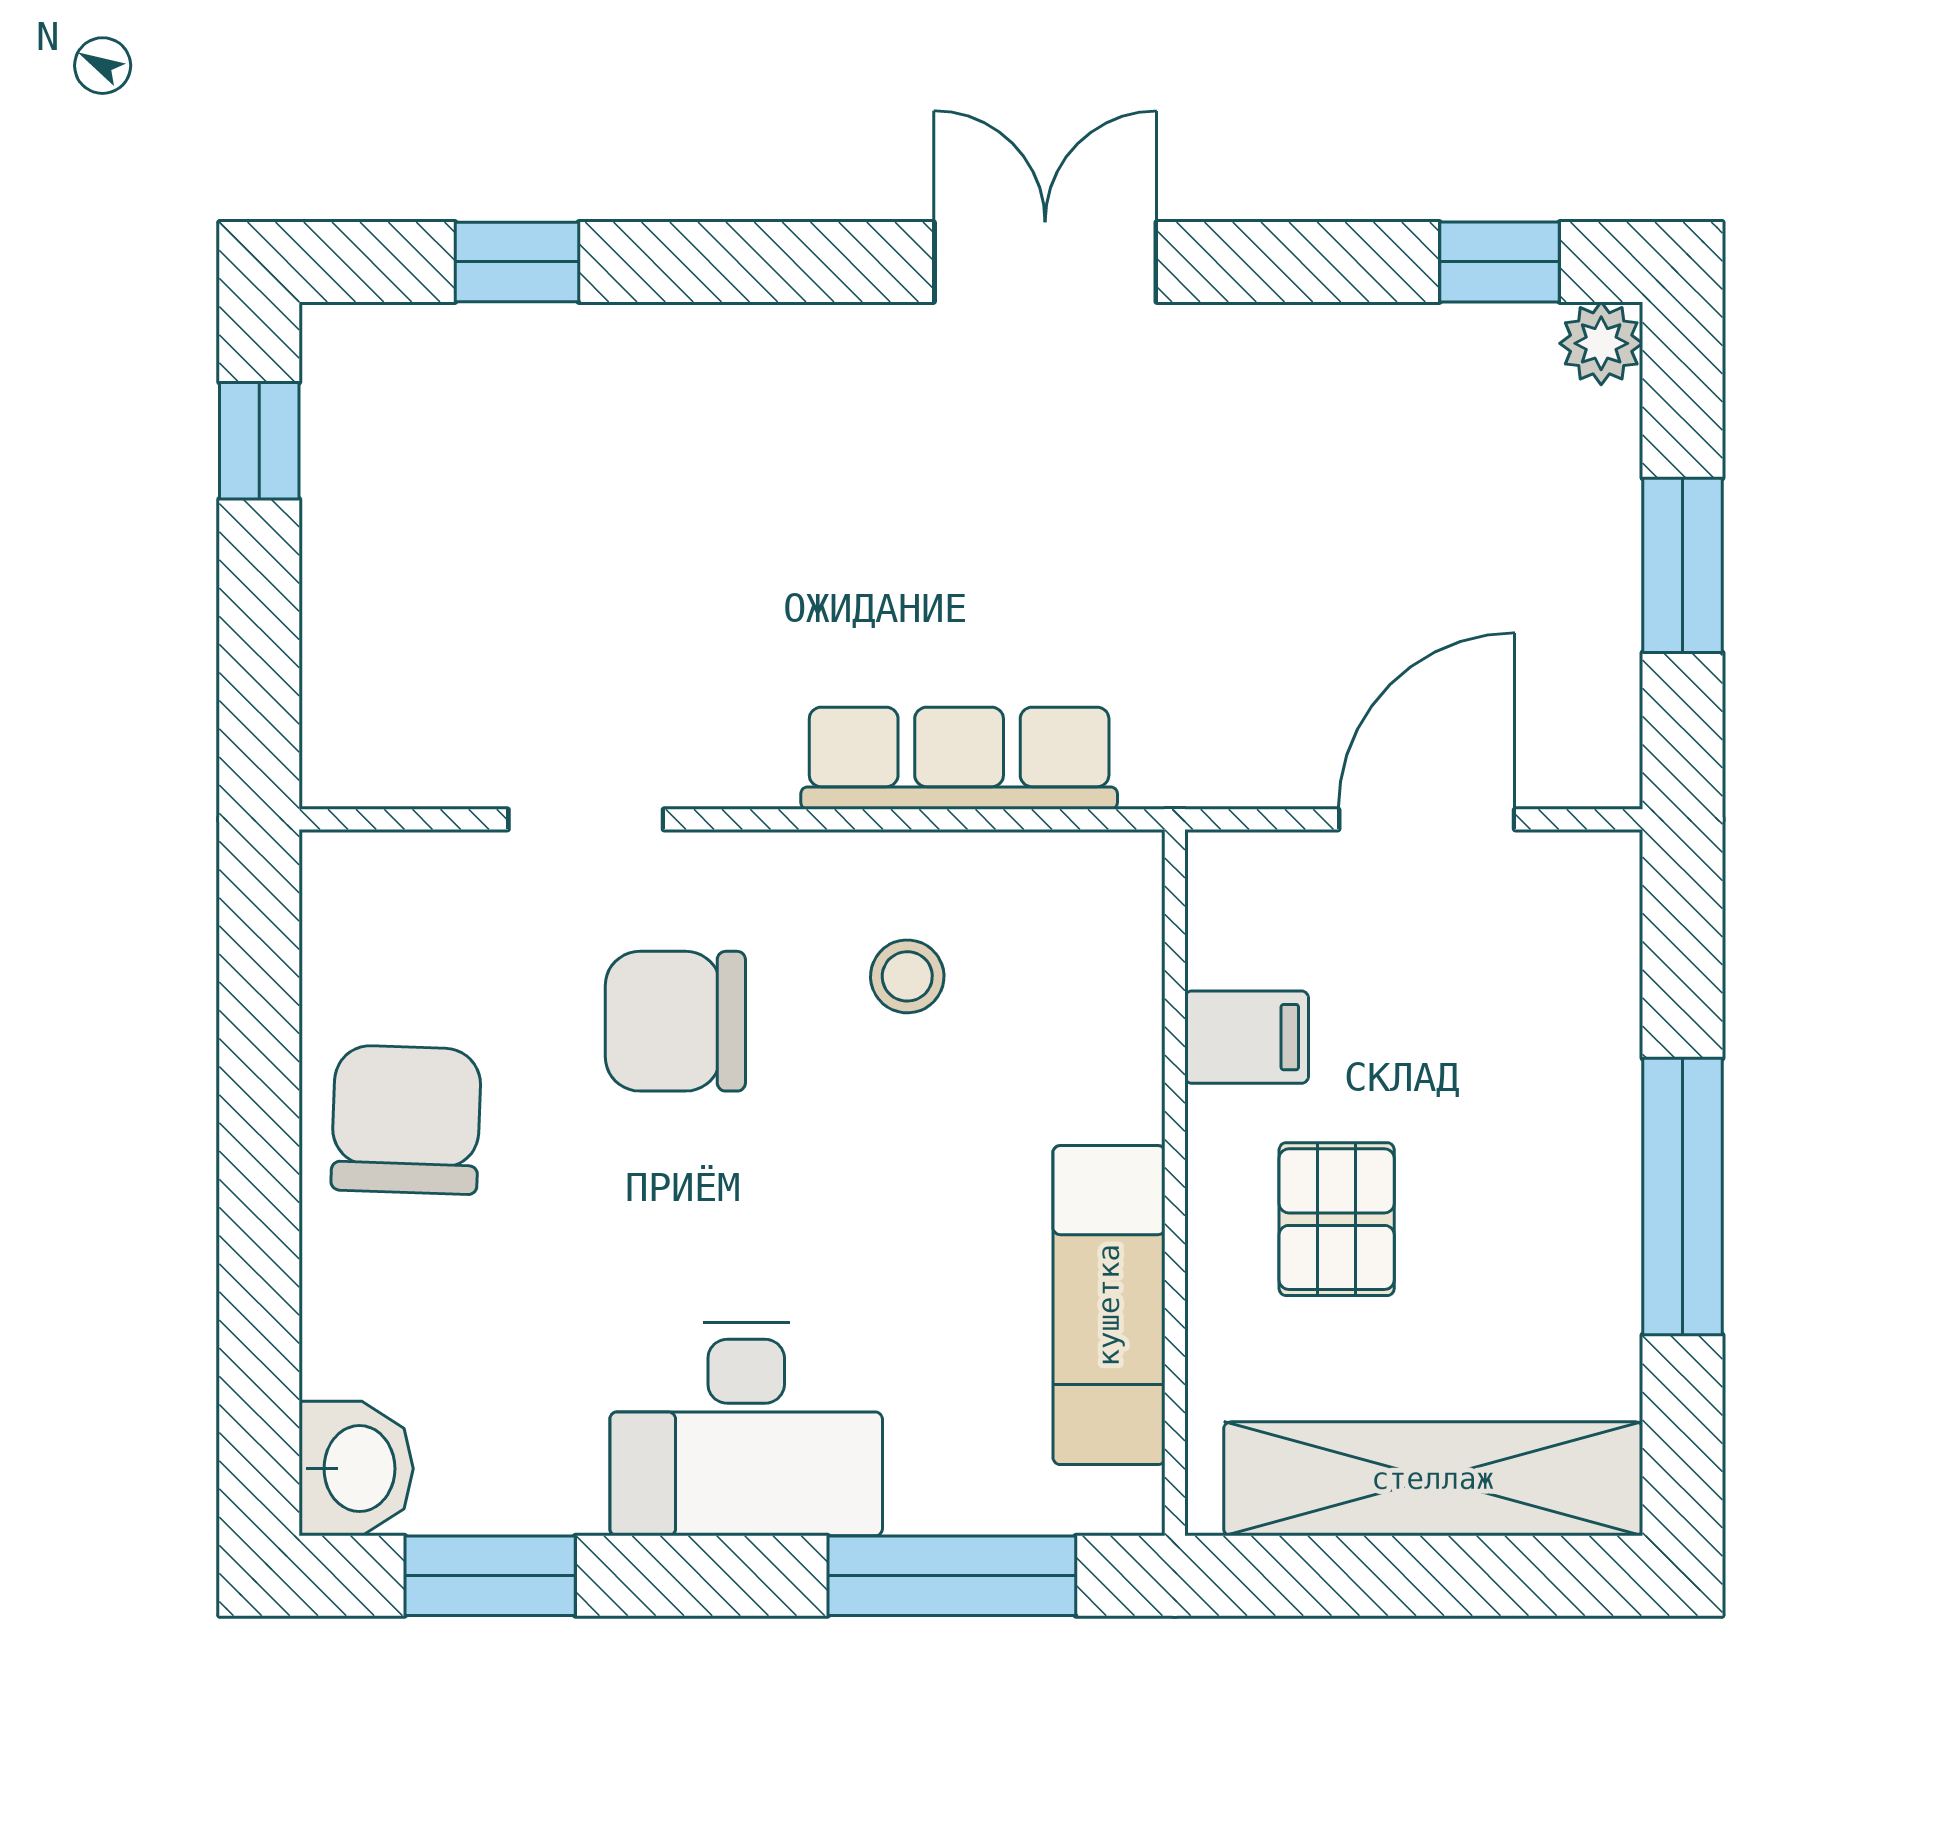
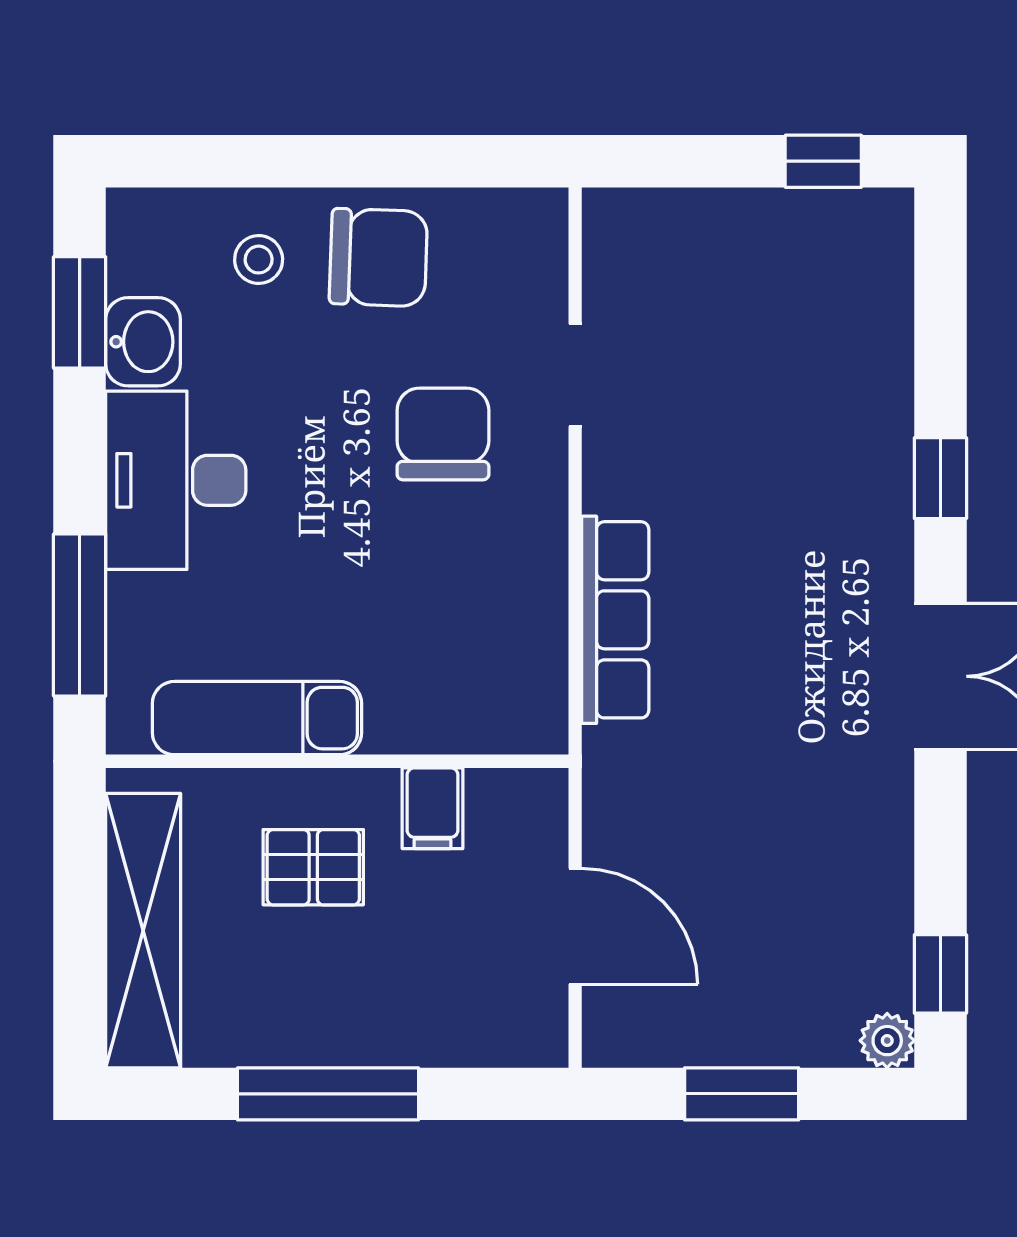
window: (517, 262) -> (940, 478), moved
stool: (907, 976) -> (259, 260), moved
washbasin: (356, 1469) -> (143, 342), moved, turned -90

